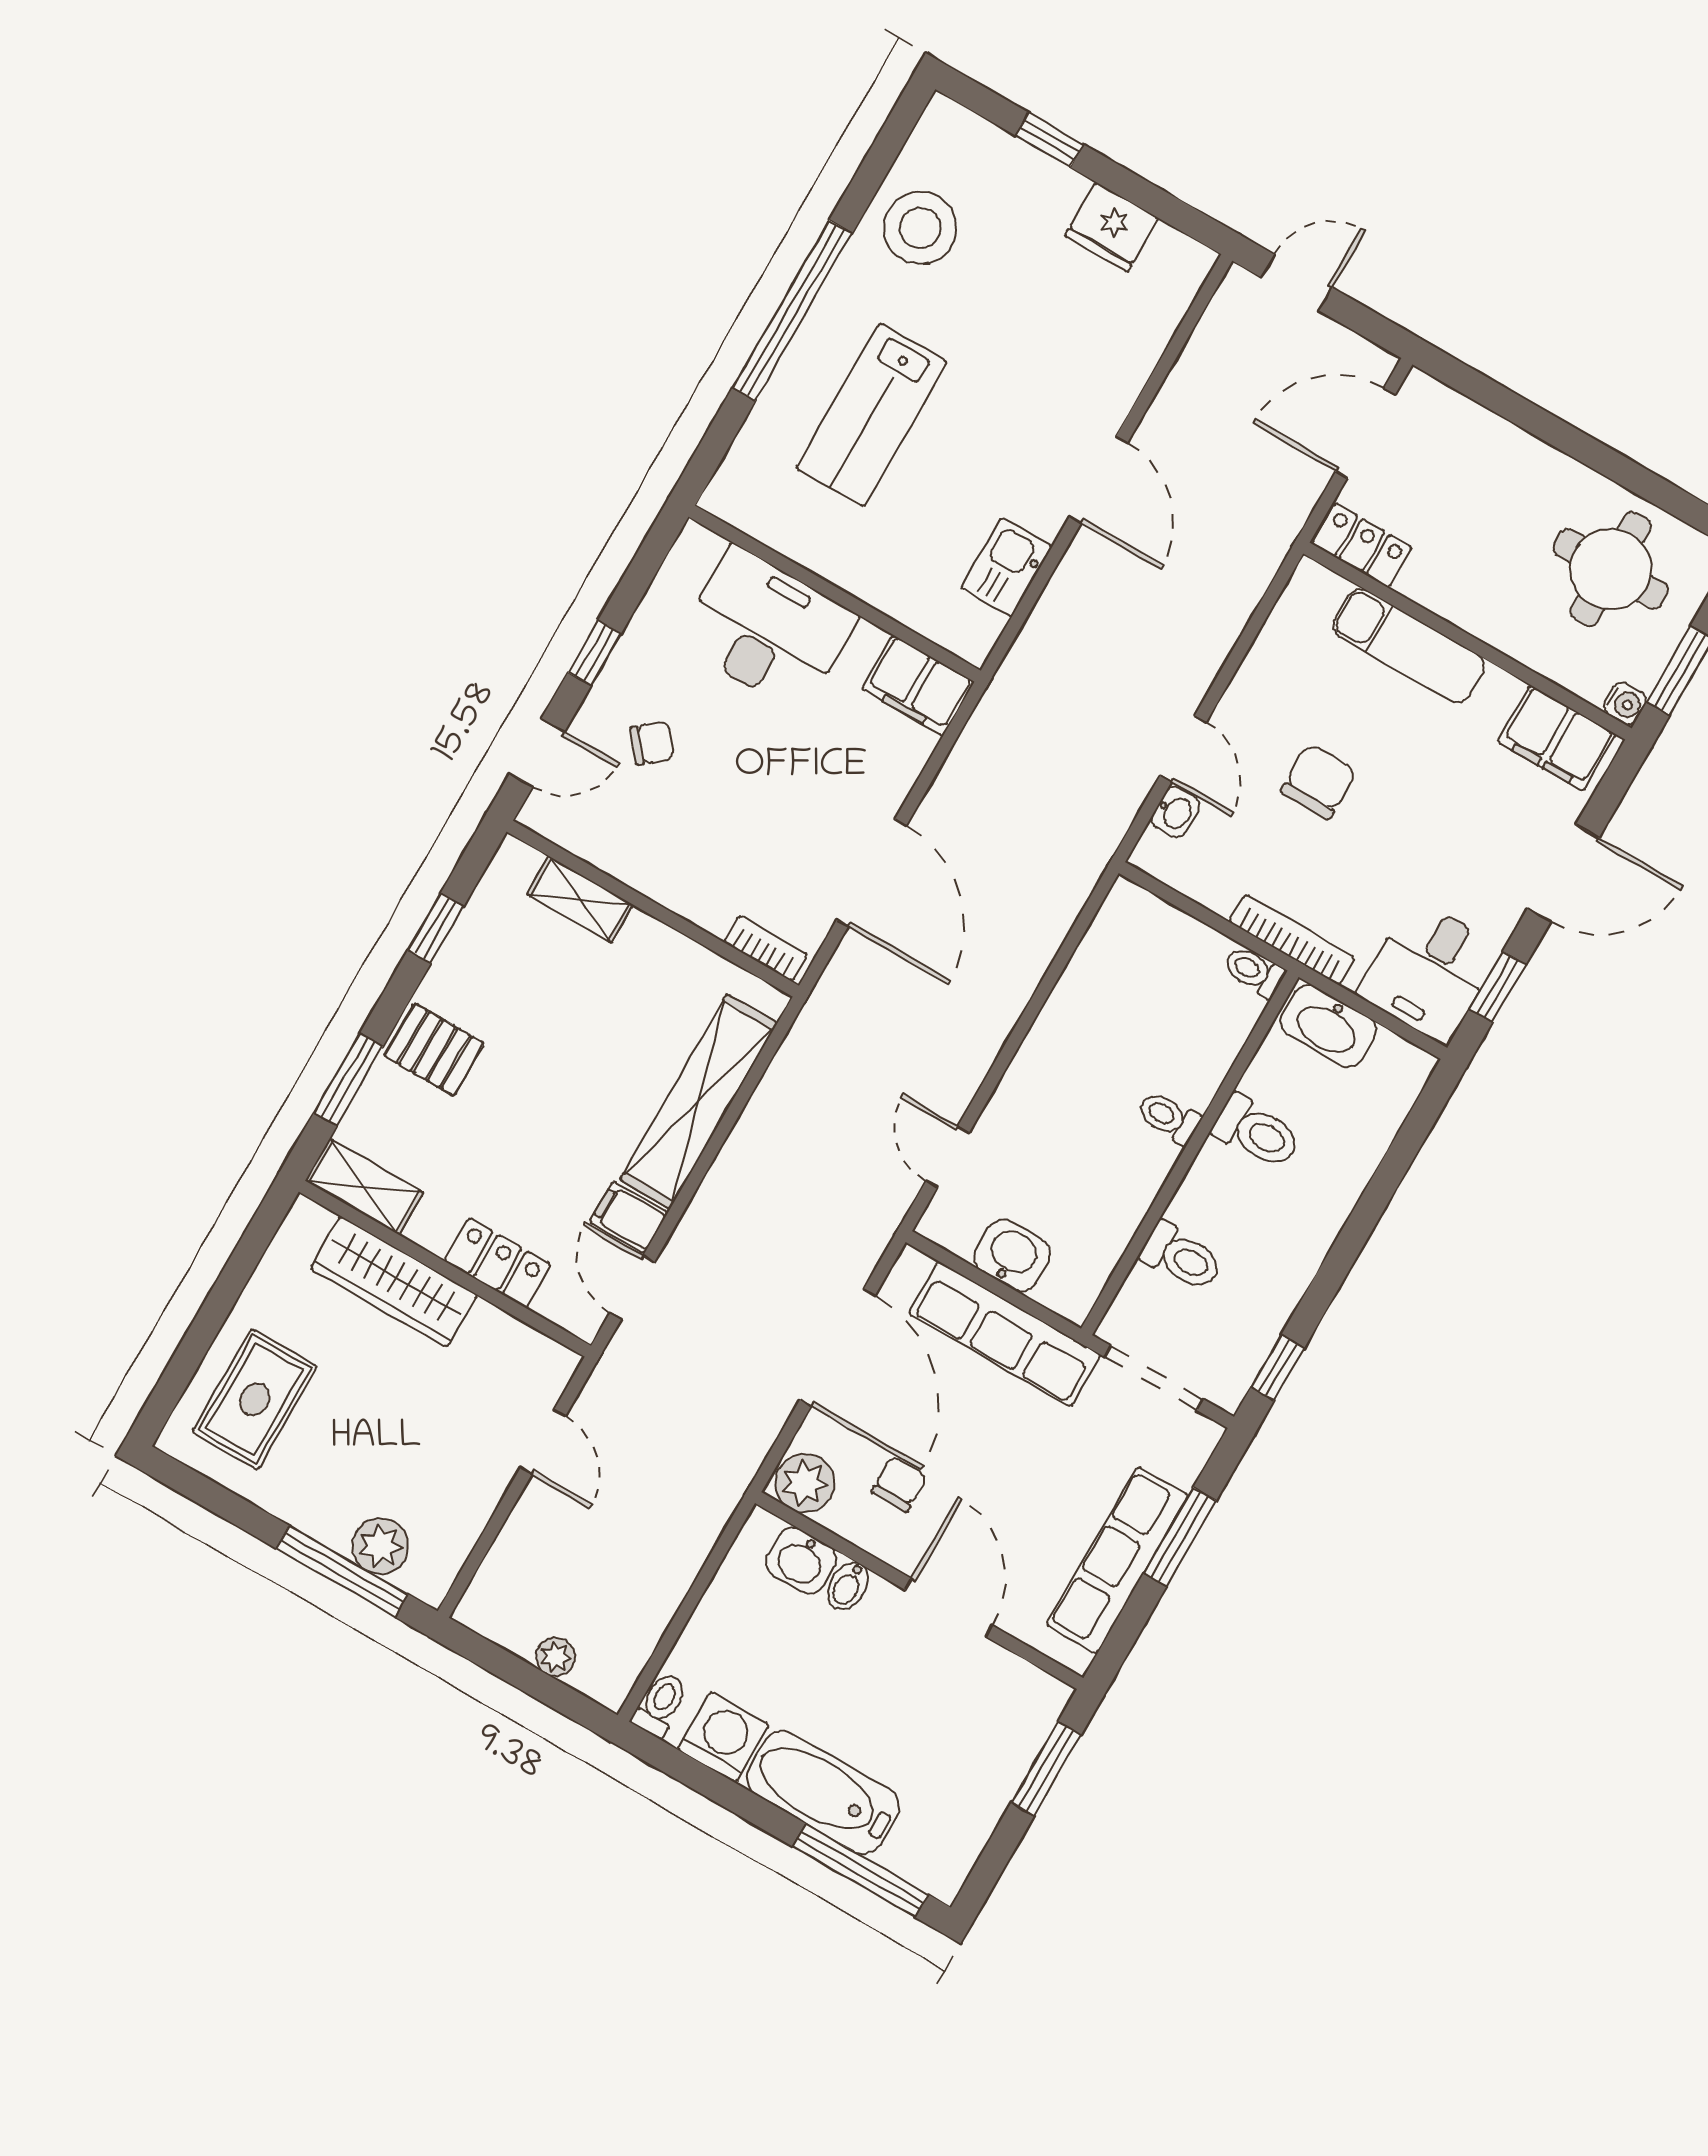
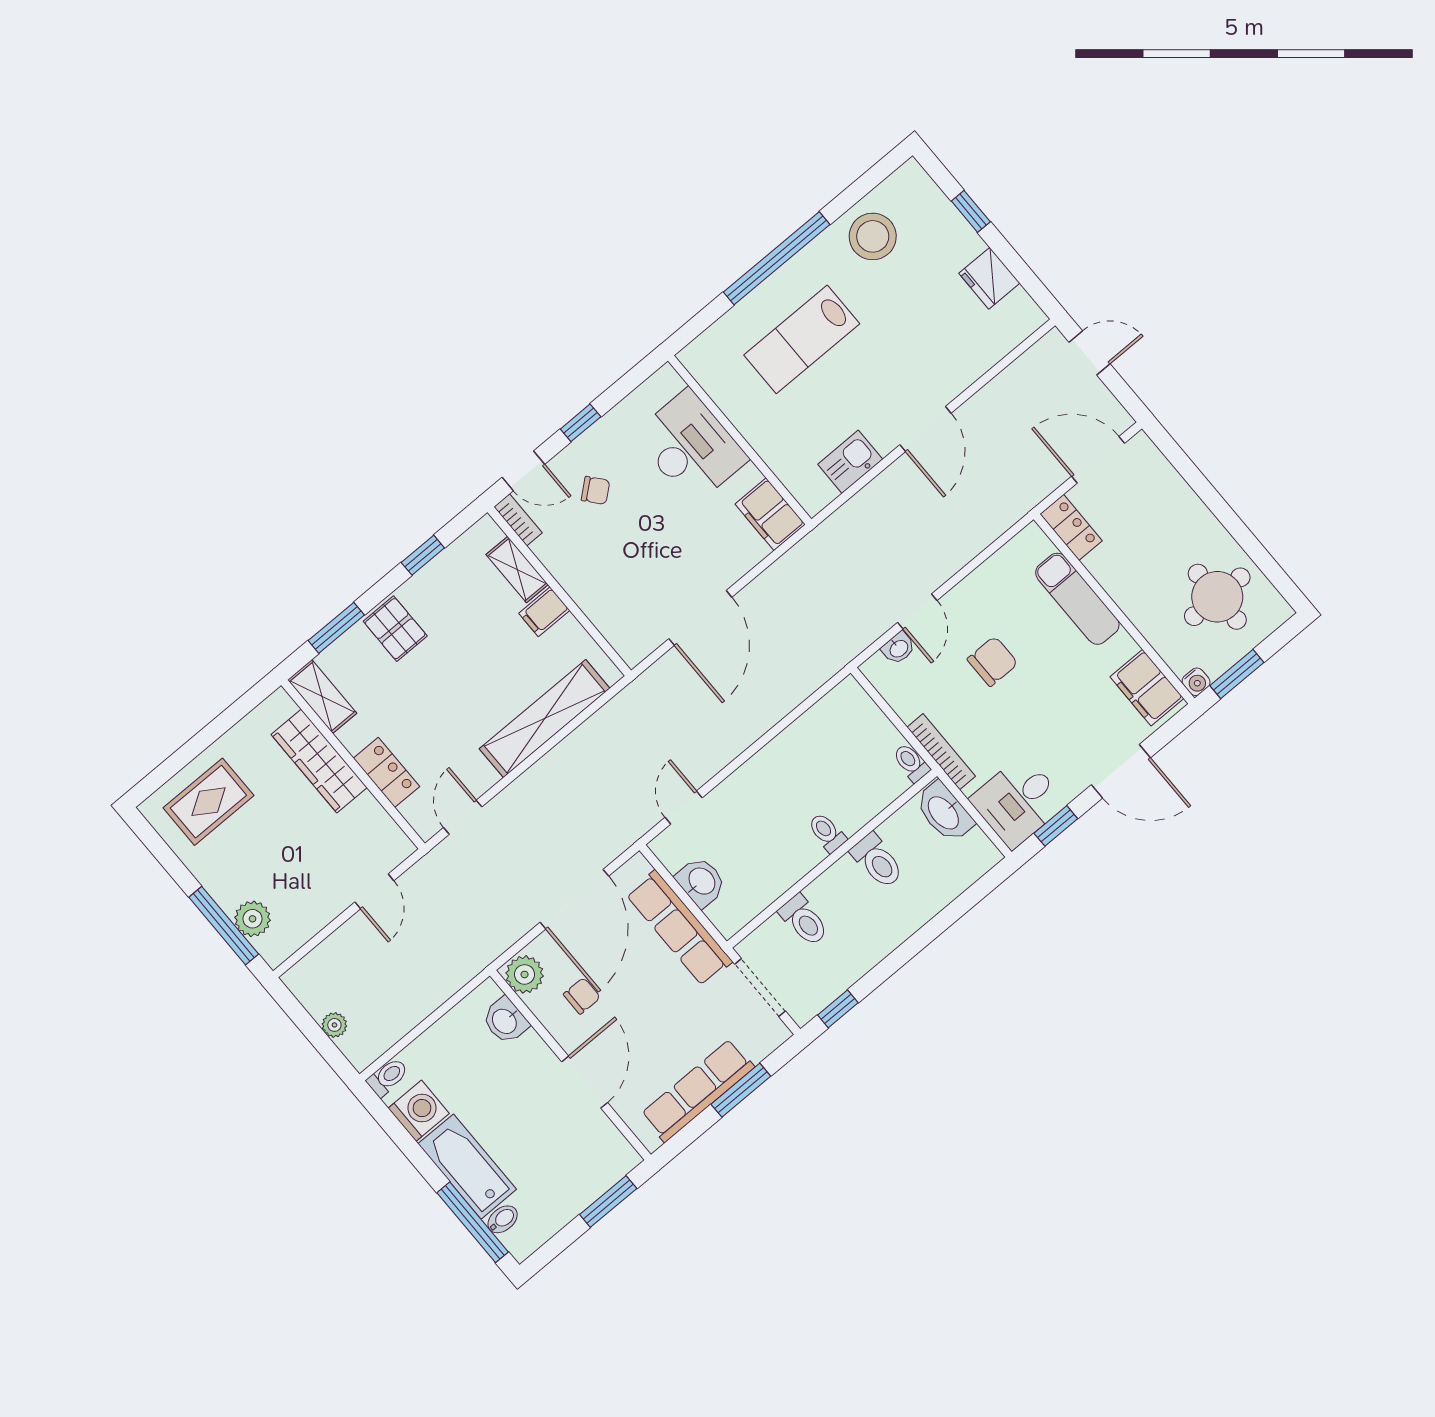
bookcase: (766, 948) -> (518, 520), moved
filing cabinet: (629, 1217) -> (544, 612), moved, turned -90
bidet: (848, 1586) -> (503, 1219), moved, turned 180

